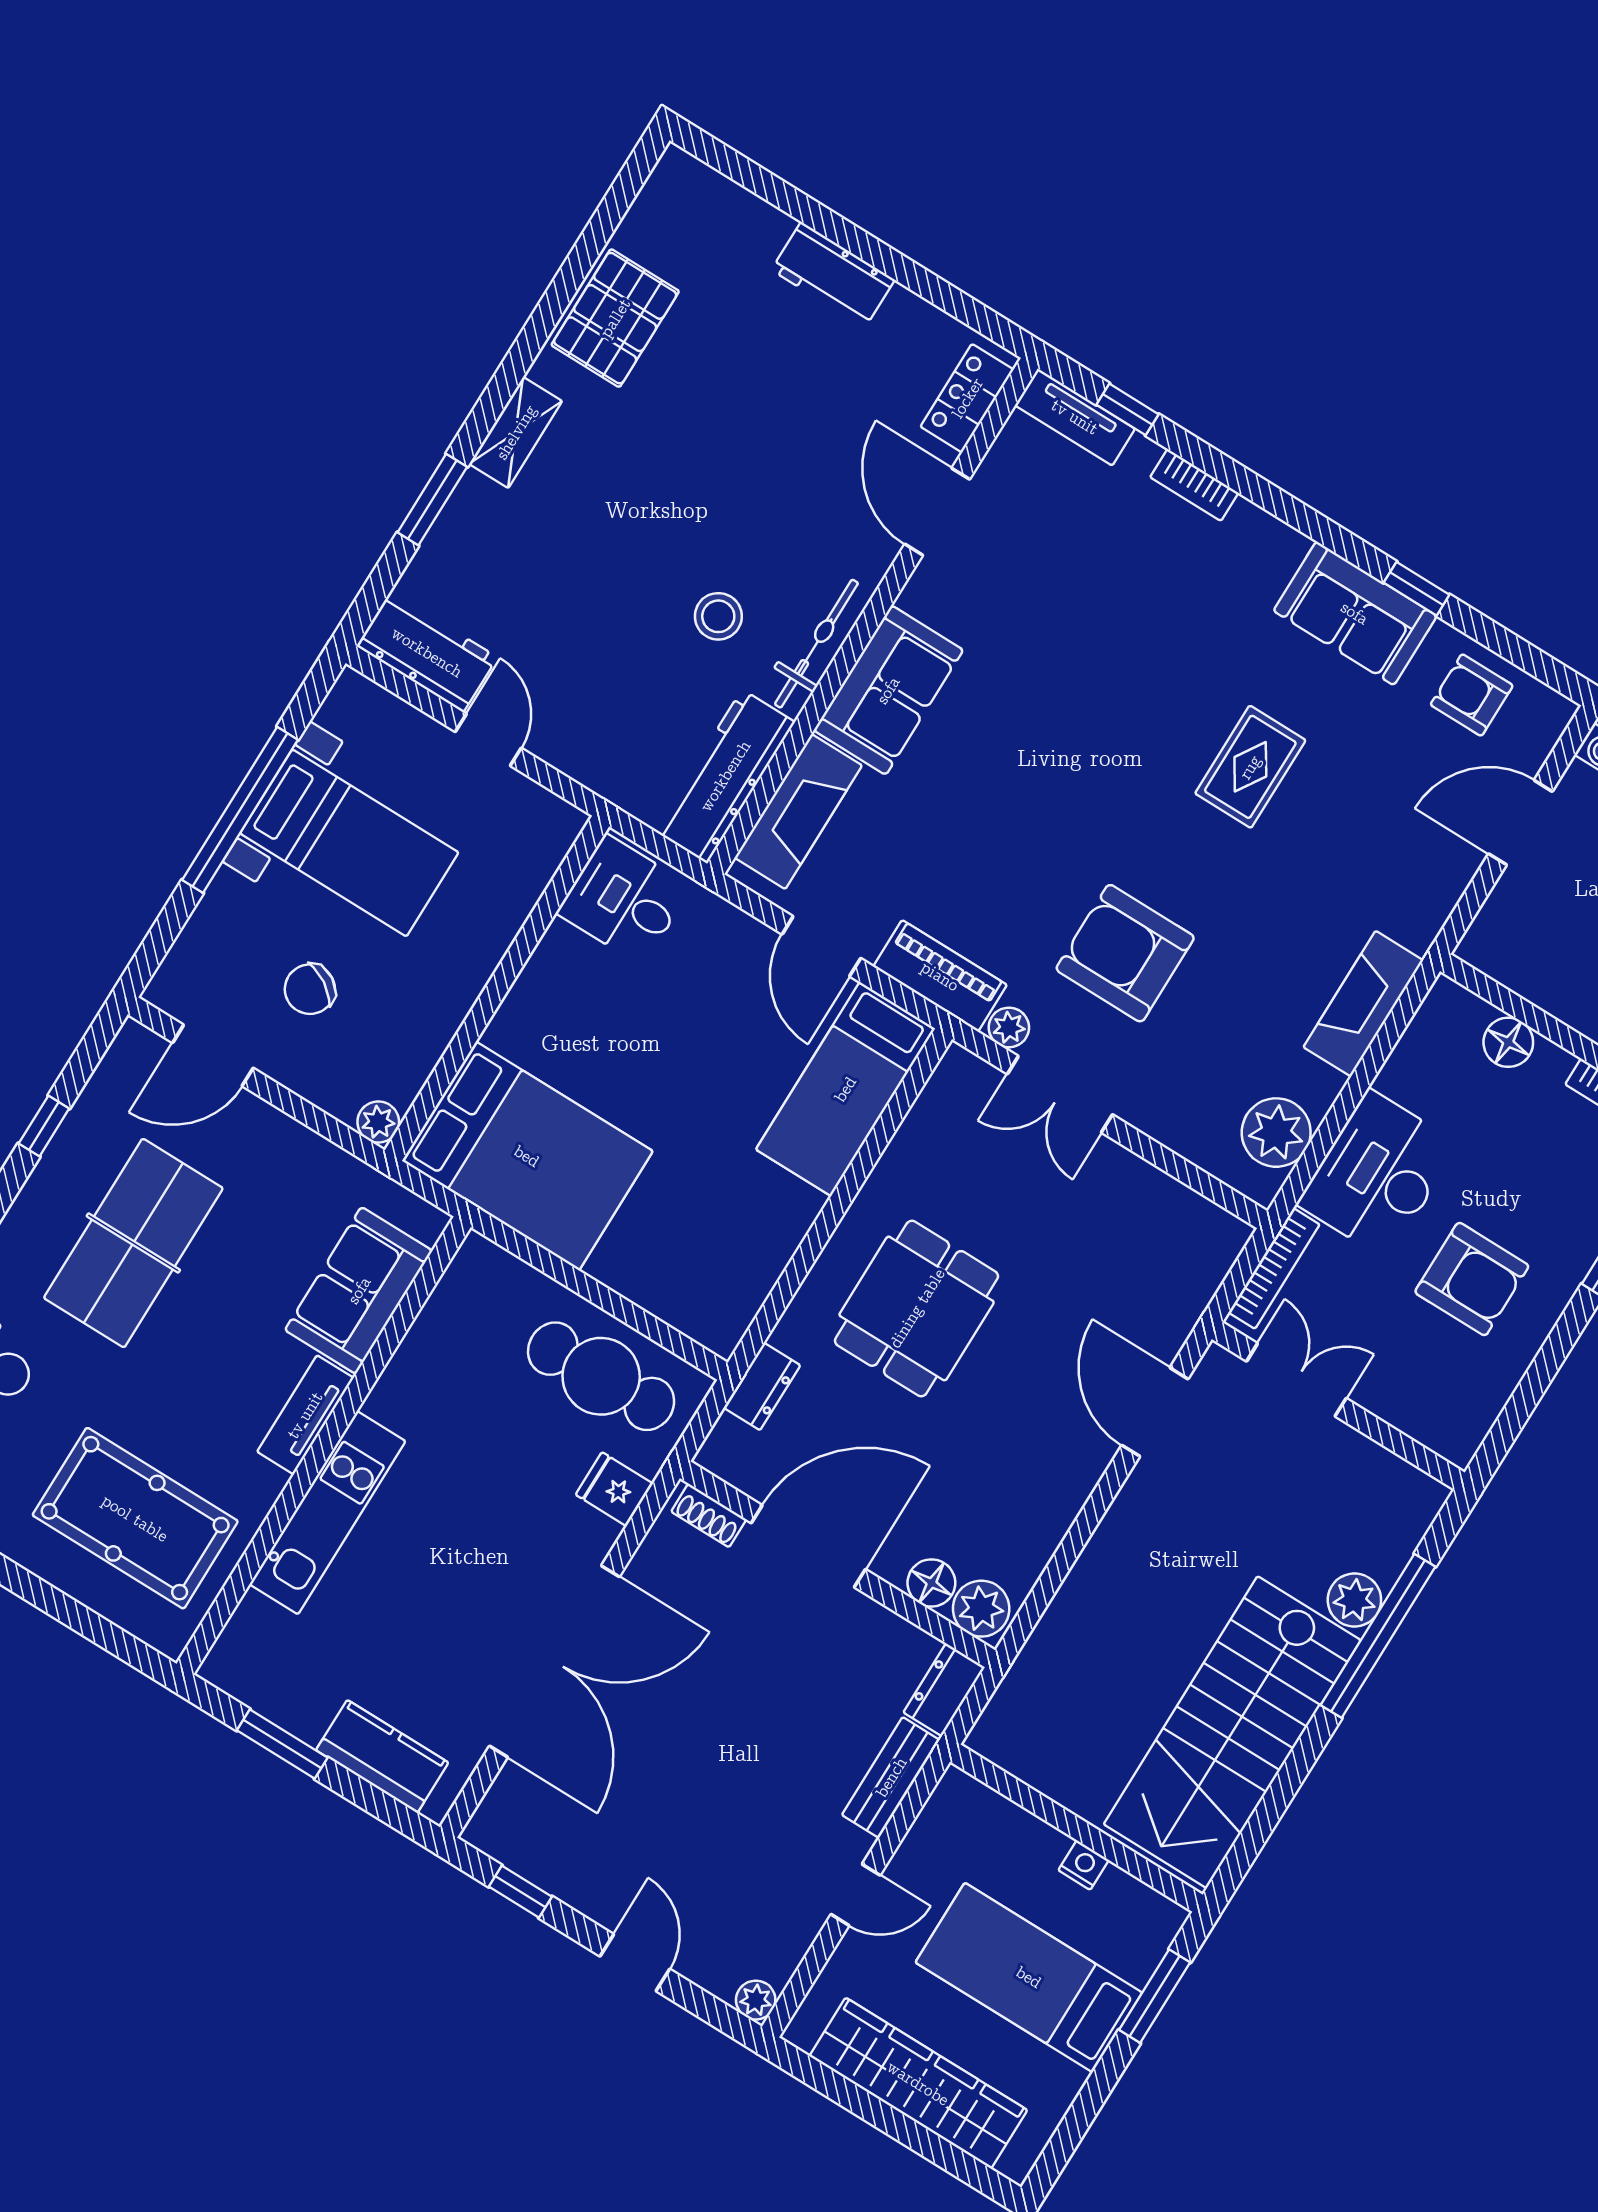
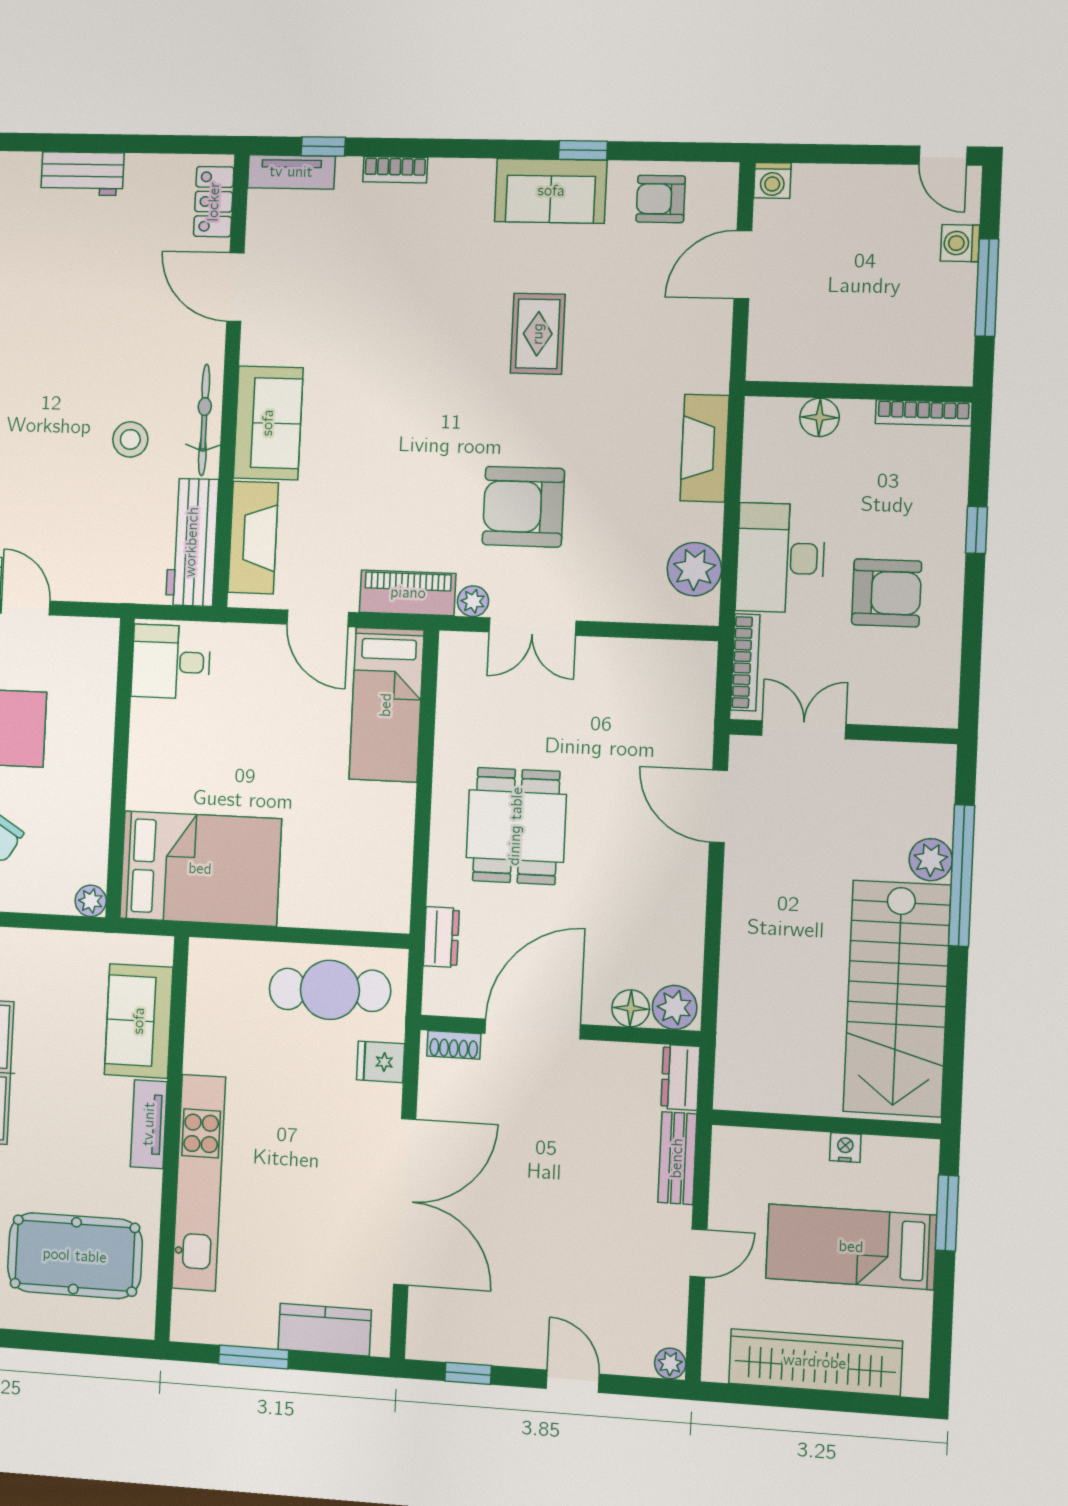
kitchen unit: (327, 1513) -> (199, 1183), width x1.36

